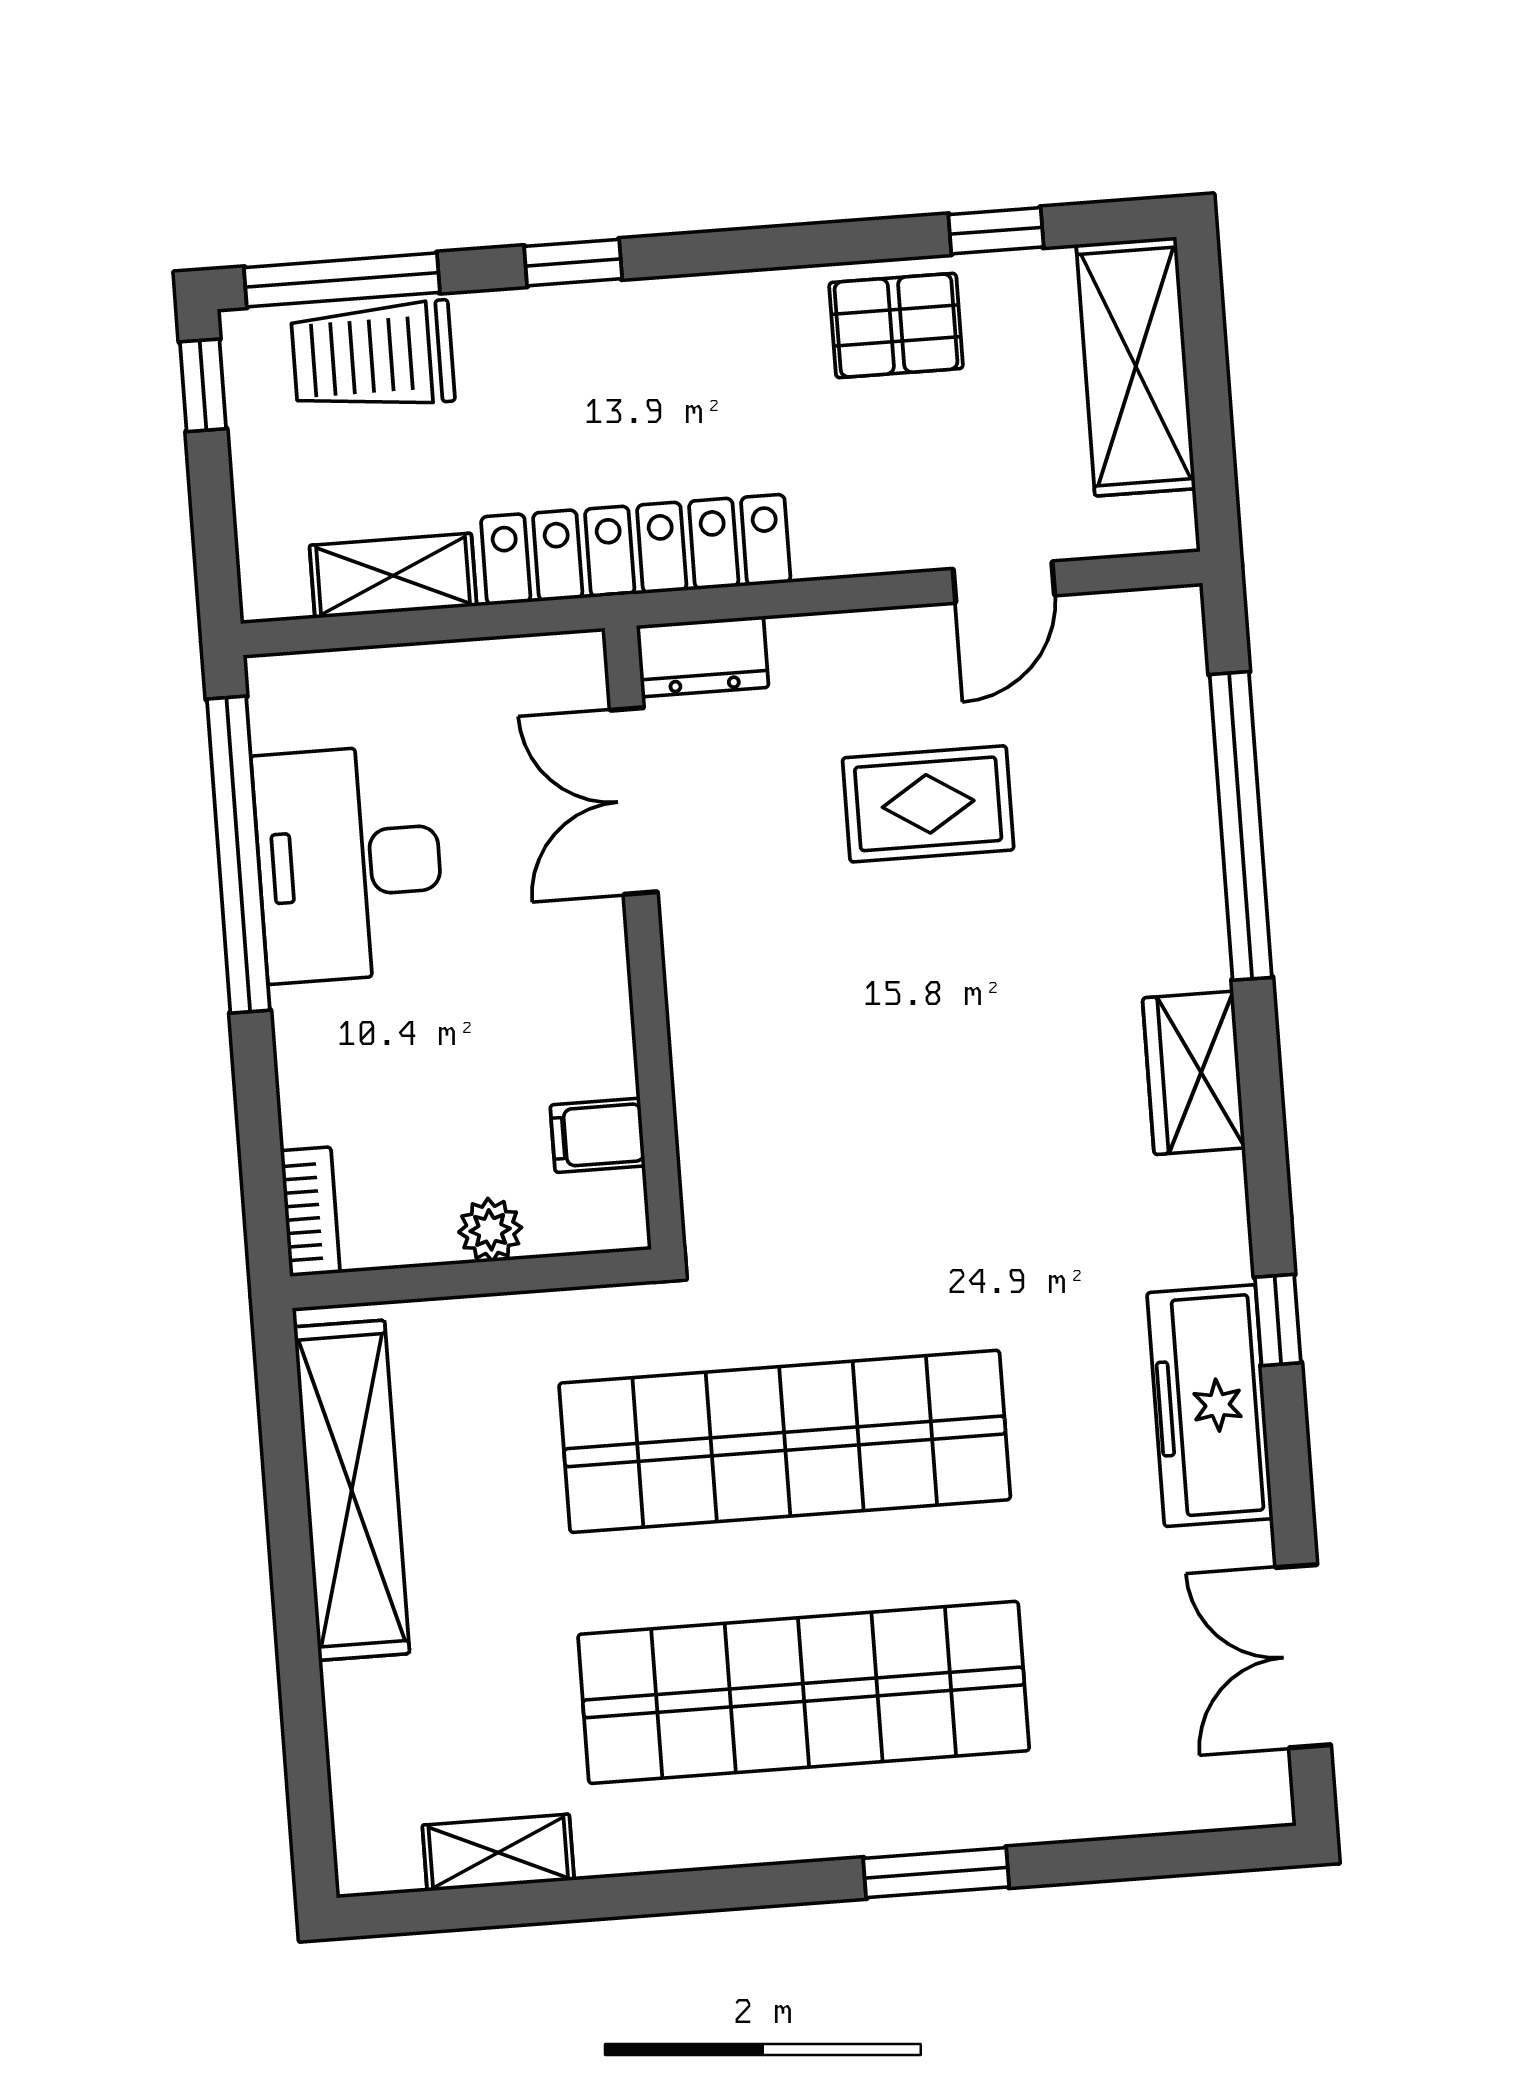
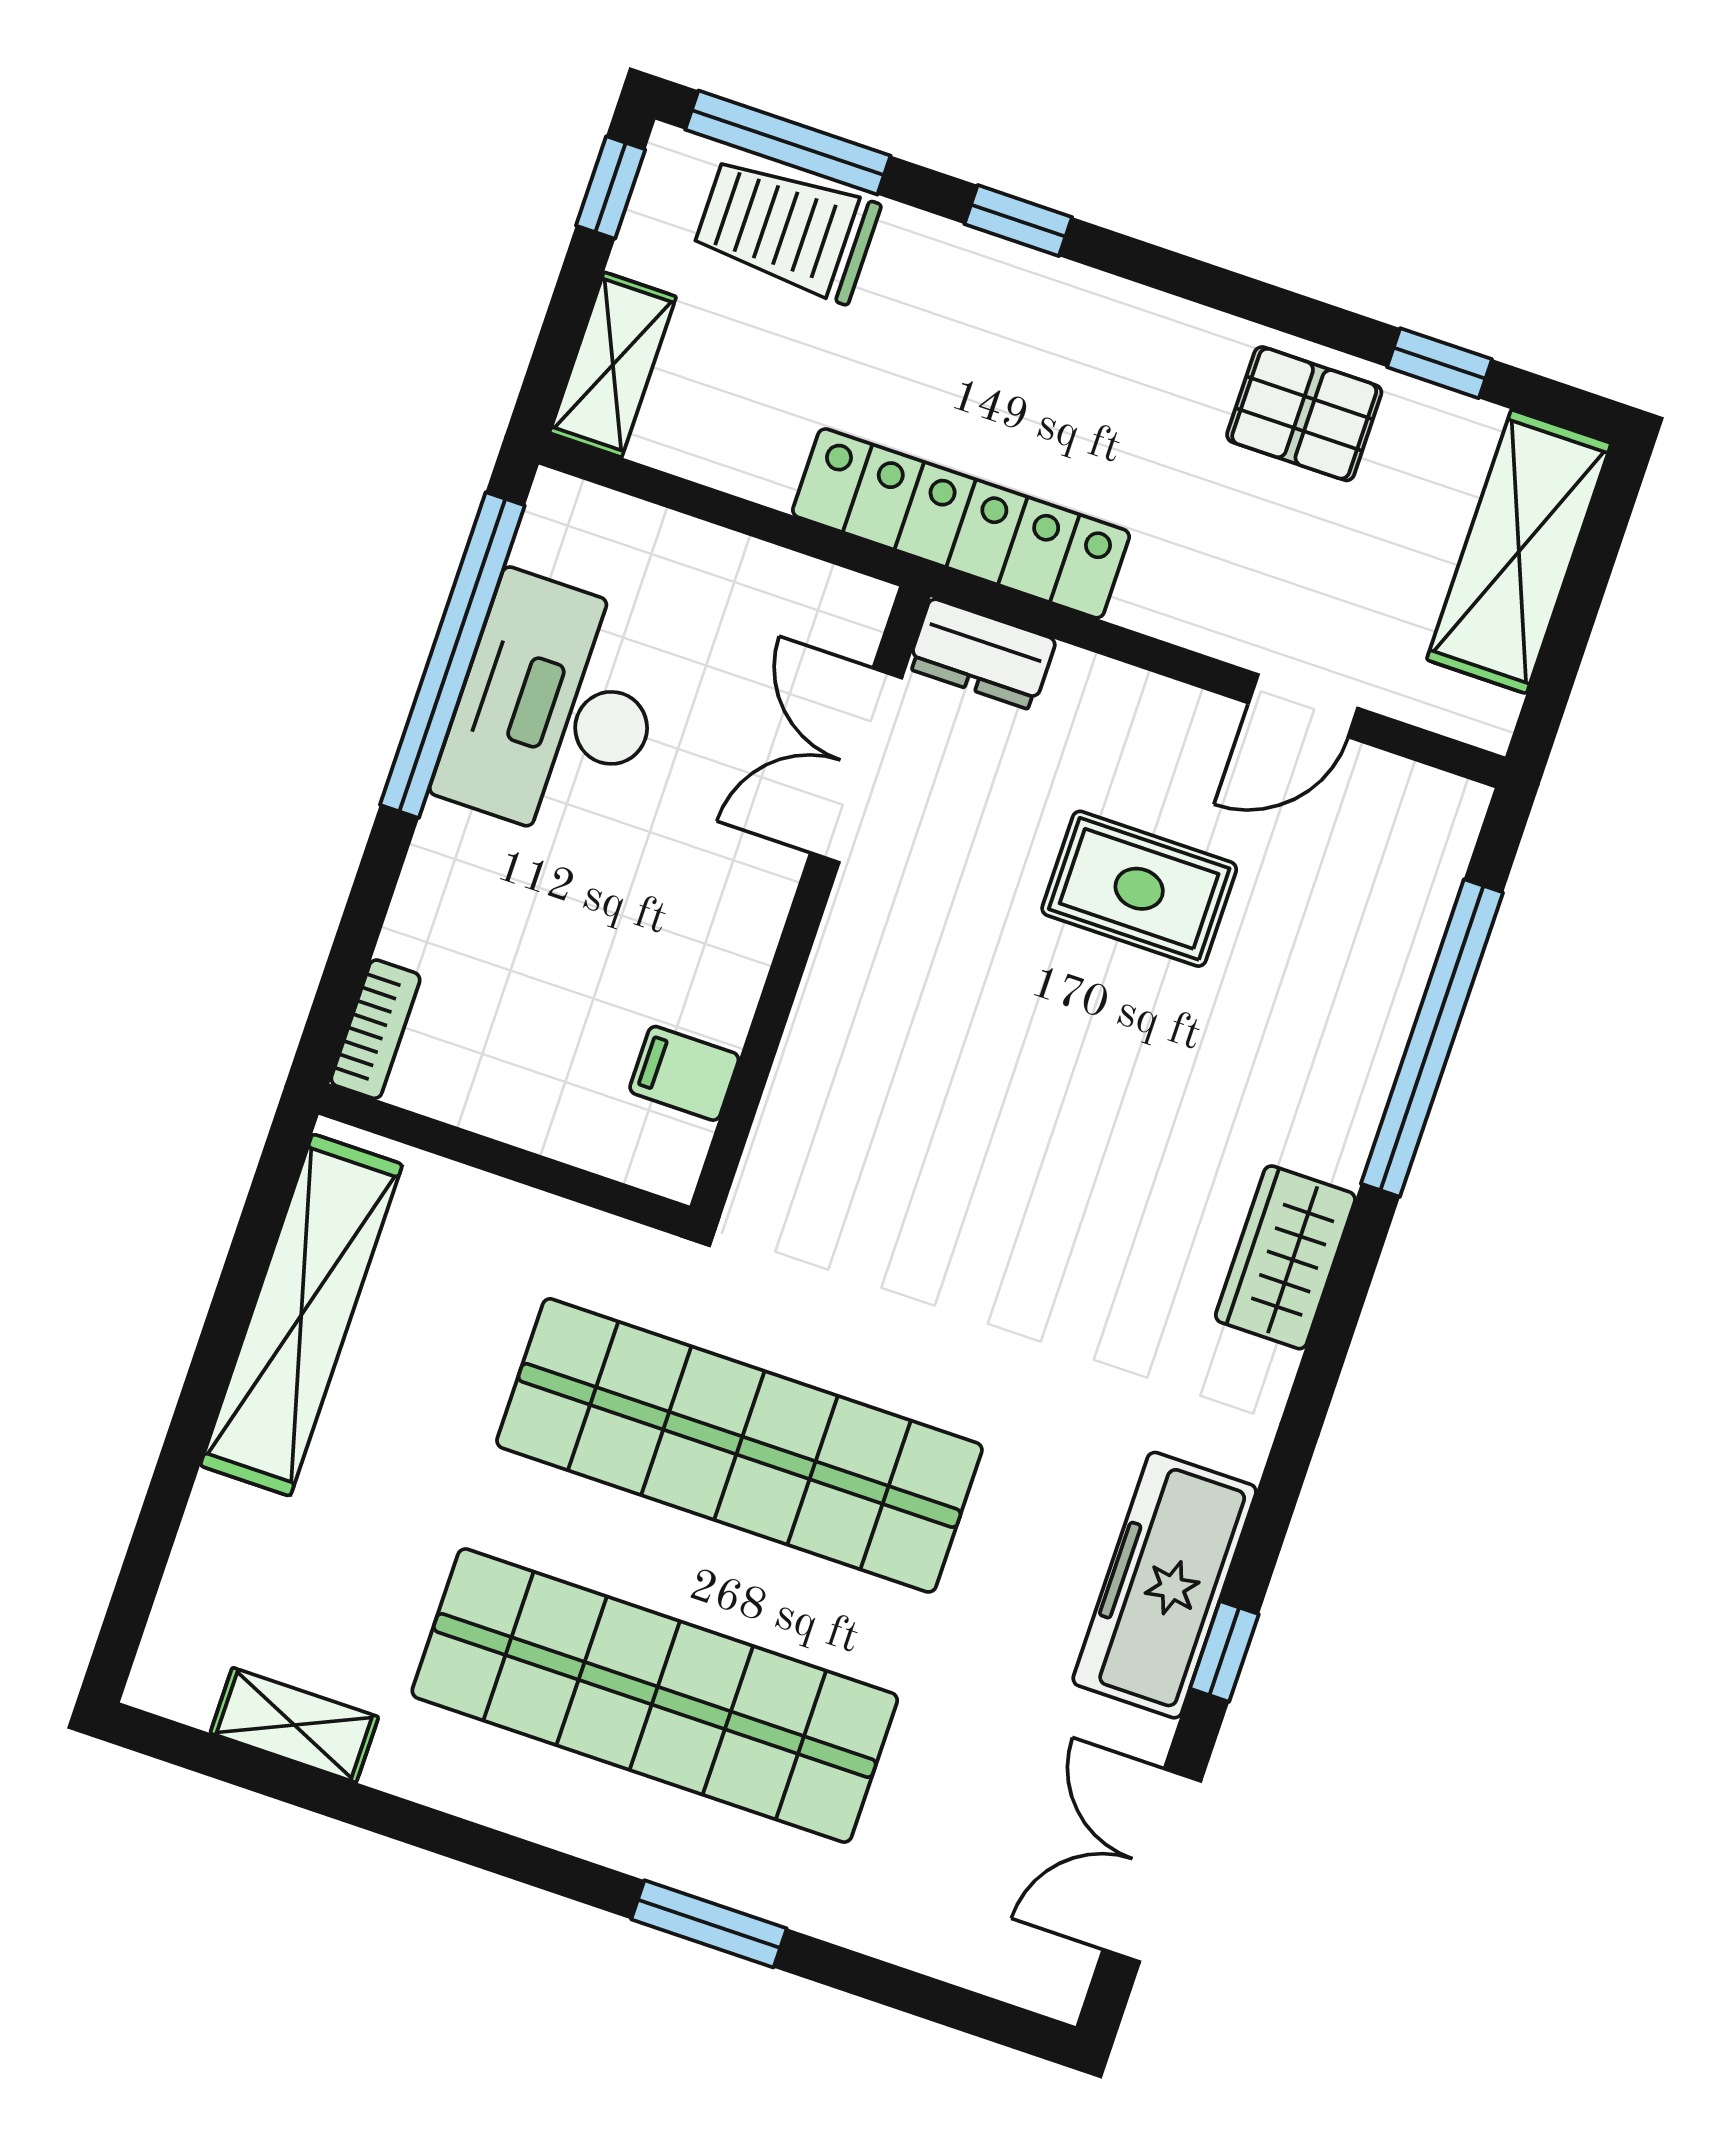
shelving: (393, 576) -> (613, 365), moved, turned 90
plant: (490, 1230) -> (542, 1120), removed
window: (1278, 1320) -> (1224, 1651), moved

